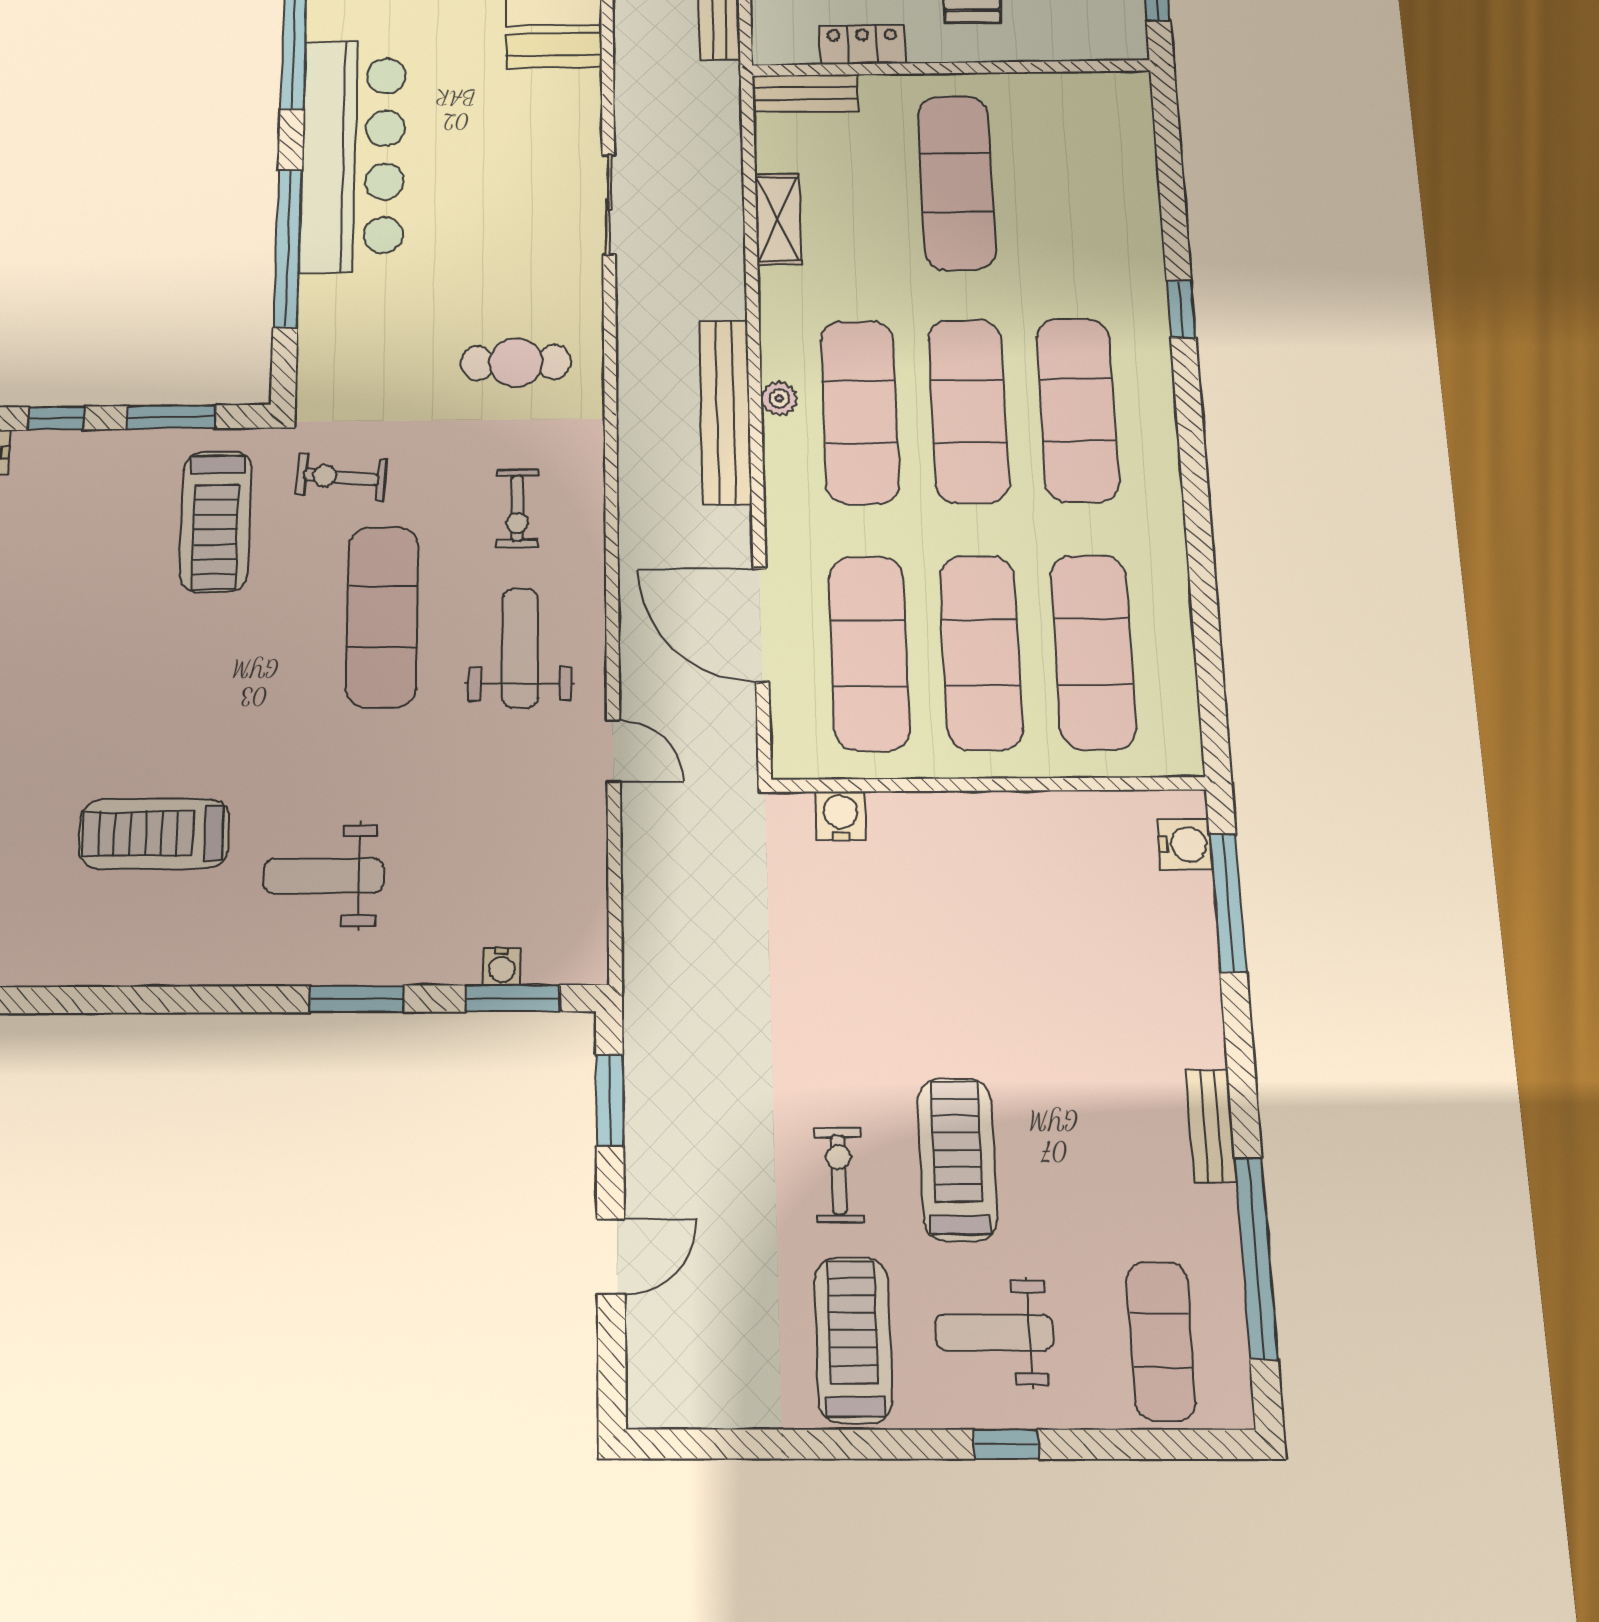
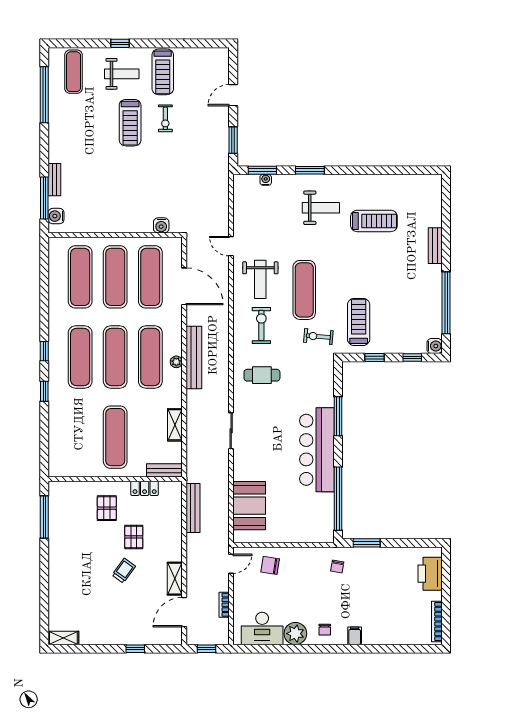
window: (288, 248) -> (338, 416), width x0.68
window: (171, 417) -> (375, 357), width x0.67
window: (1190, 426) -> (44, 351), added
exercise bike: (341, 477) -> (318, 336), turned 180
exercise bike: (517, 508) -> (261, 325), width x1.38, depth x1.39
bench: (1211, 1126) -> (54, 180), moved

